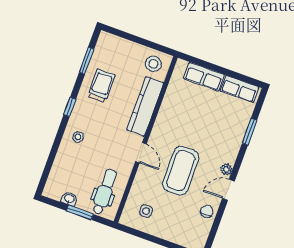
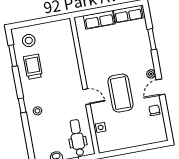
stool: (153, 64) -> (29, 40), moved
kitchen counter: (145, 106) -> (71, 63), removed
window: (70, 107) -> (22, 105), moved
side table: (146, 211) -> (101, 127), moved

